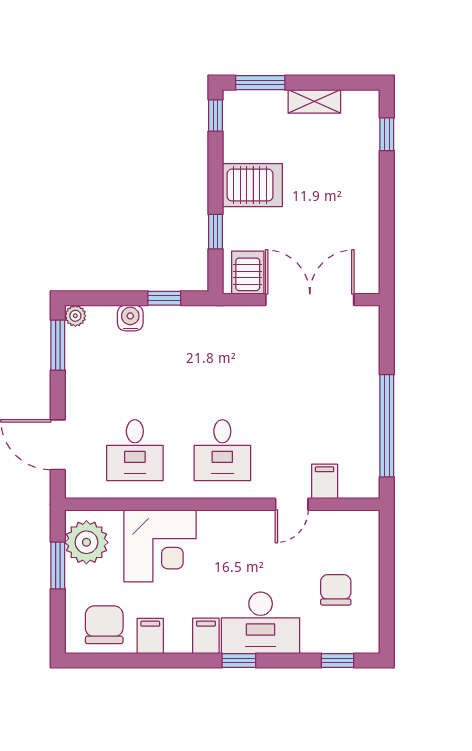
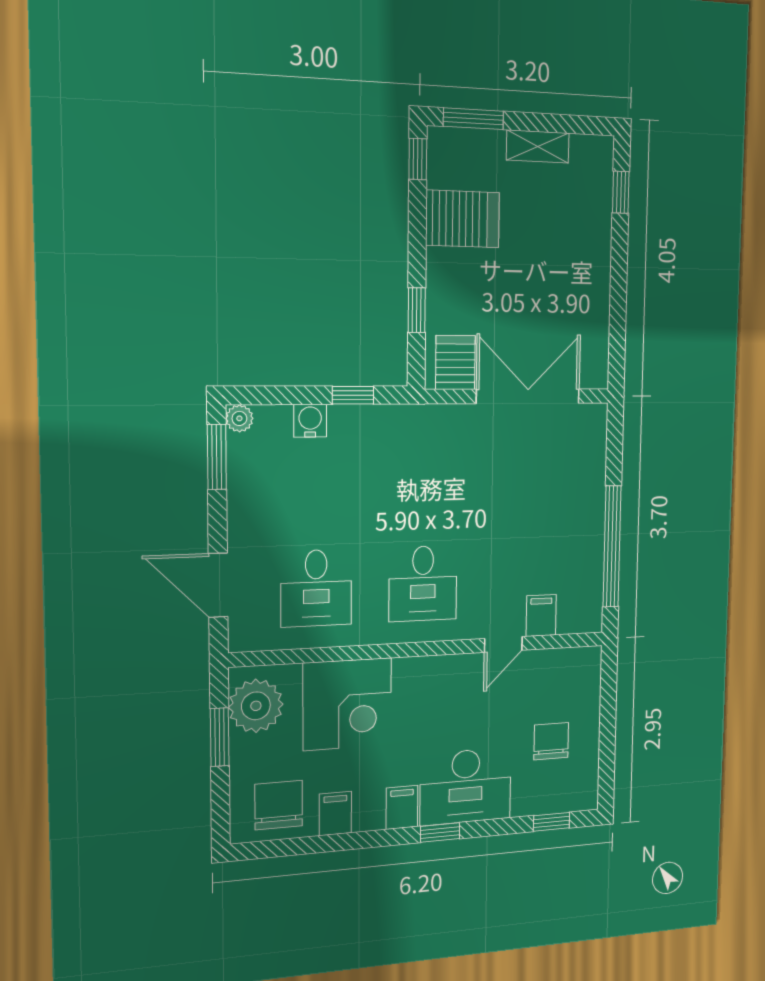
server rack: (252, 185) -> (463, 219), moved

